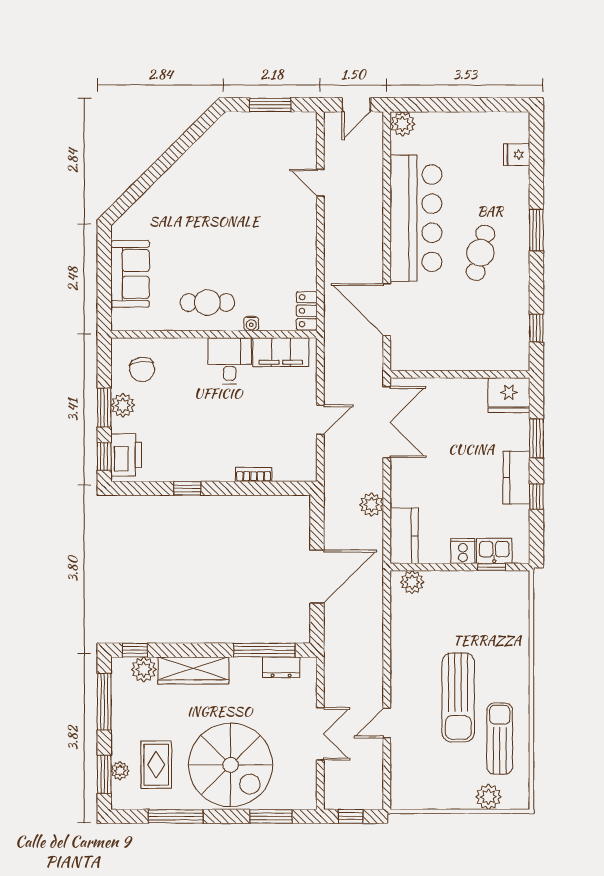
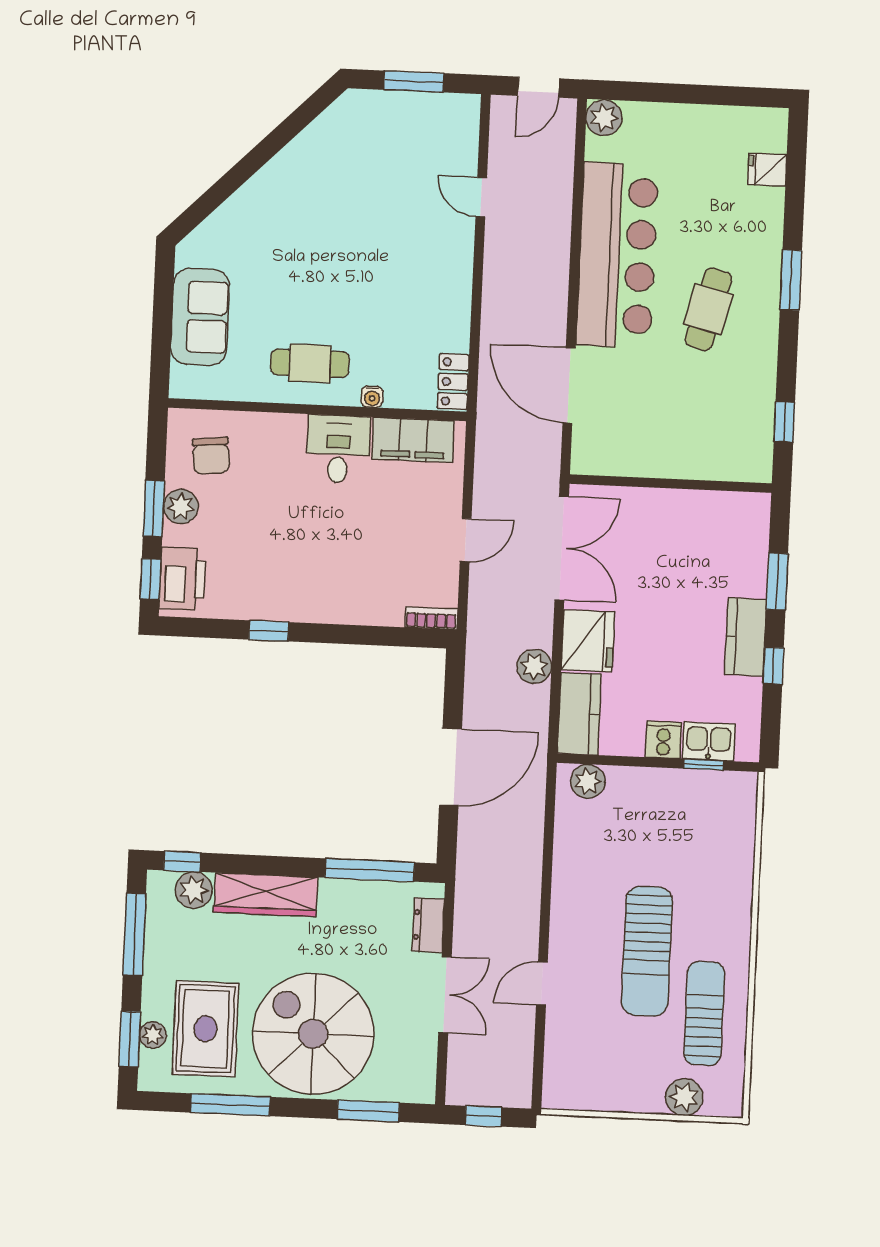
fridge: (509, 395) -> (588, 641), moved, turned -90
bookcase: (254, 474) -> (431, 618), moved
dresser: (281, 667) -> (428, 925), moved, turned 90
rug: (156, 765) -> (205, 1029), width x1.36, depth x1.43
spiral stairs: (231, 765) -> (313, 1034), turned 180

